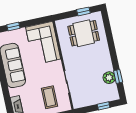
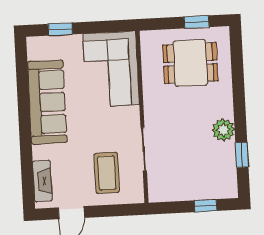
plant: (109, 78) -> (223, 130), moved

